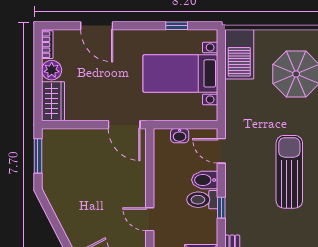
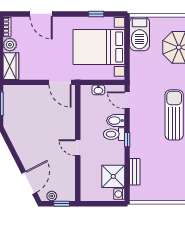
bed with nightstands: (180, 73) -> (99, 47), width x1.36

